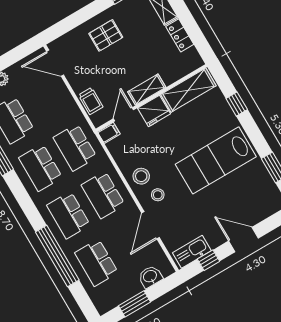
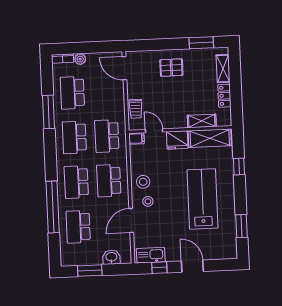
shelving: (147, 90) -> (202, 121), moved
door: (123, 114) -> (154, 131), hinge flipped
lab bench: (216, 160) -> (203, 199), turned 90

